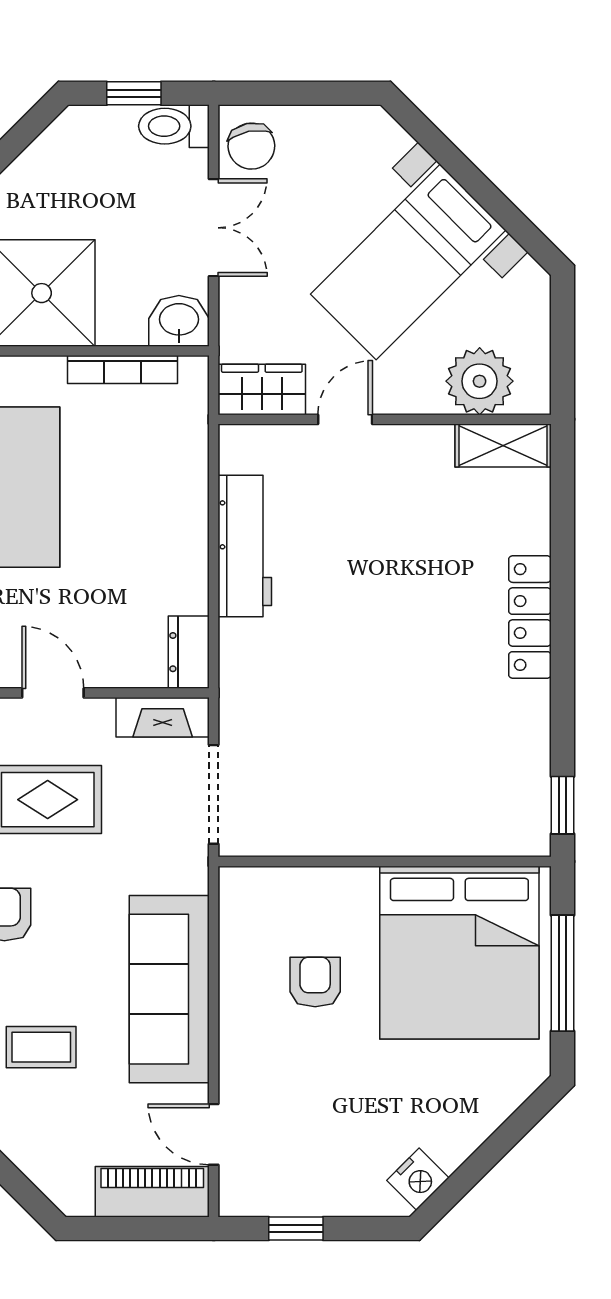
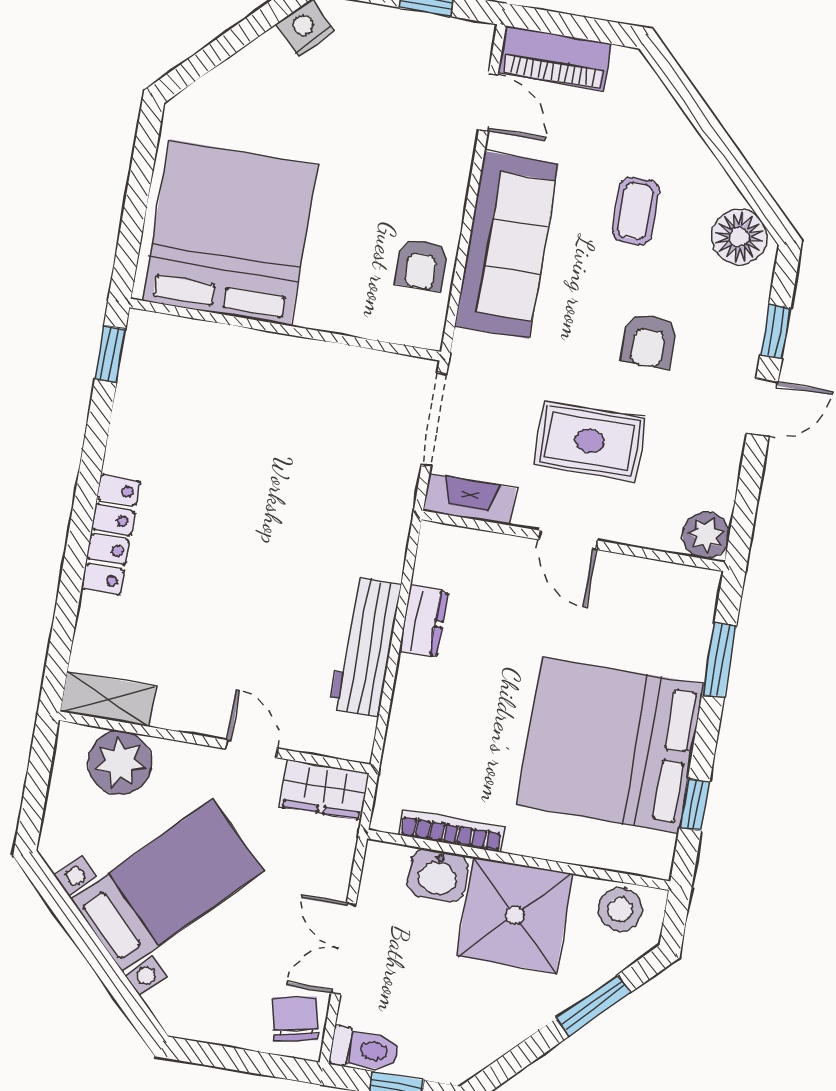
washbasin: (179, 321) -> (438, 875), moved
door: (345, 419) -> (252, 749), swing flipped
dresser: (189, 652) -> (424, 621), moved
window: (562, 973) -> (137, 197), removed
armchair: (315, 982) -> (421, 264), moved
coffee table: (41, 1047) -> (635, 211), turned 90

